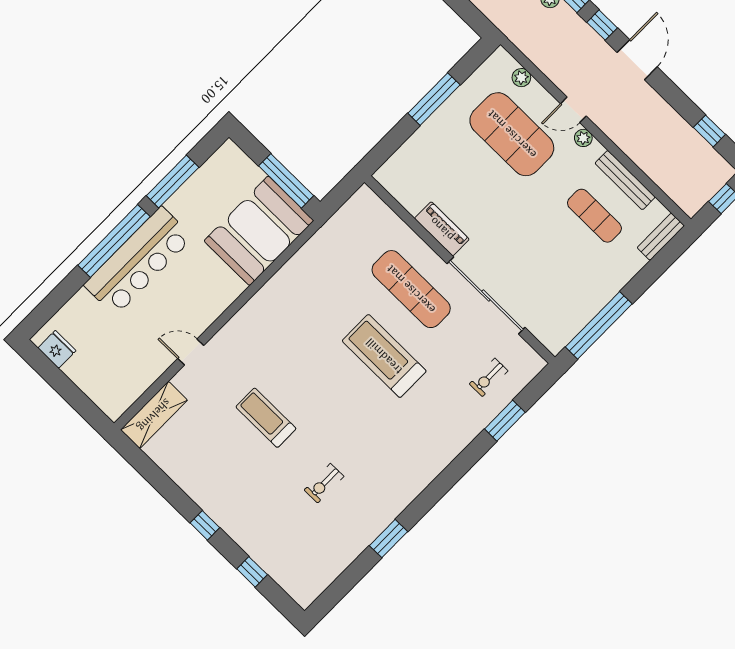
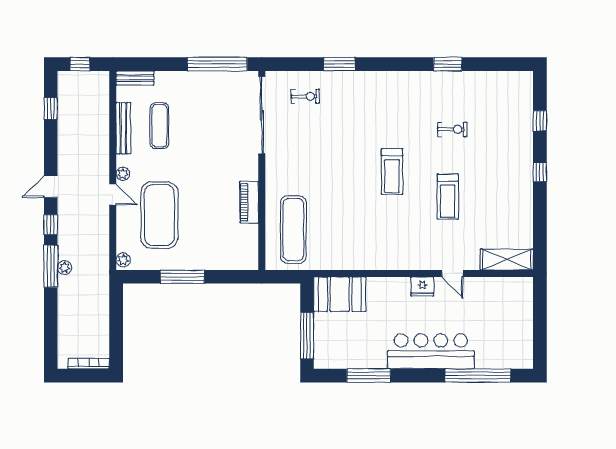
door: (637, 60) -> (51, 187), width x0.73
plant: (521, 78) -> (123, 260), moved
window: (286, 181) -> (307, 336), moved
booth: (259, 231) -> (340, 294), width x0.73, depth x0.70
window: (114, 241) -> (478, 376), moved
exercise mat: (411, 289) -> (293, 230), moved
sliding door: (486, 296) -> (262, 115), moved
fridge: (57, 349) -> (422, 287), moved, turned -90
treadmill: (384, 356) -> (392, 172), moved, width x0.73, depth x0.73
window: (505, 421) -> (339, 64), moved

